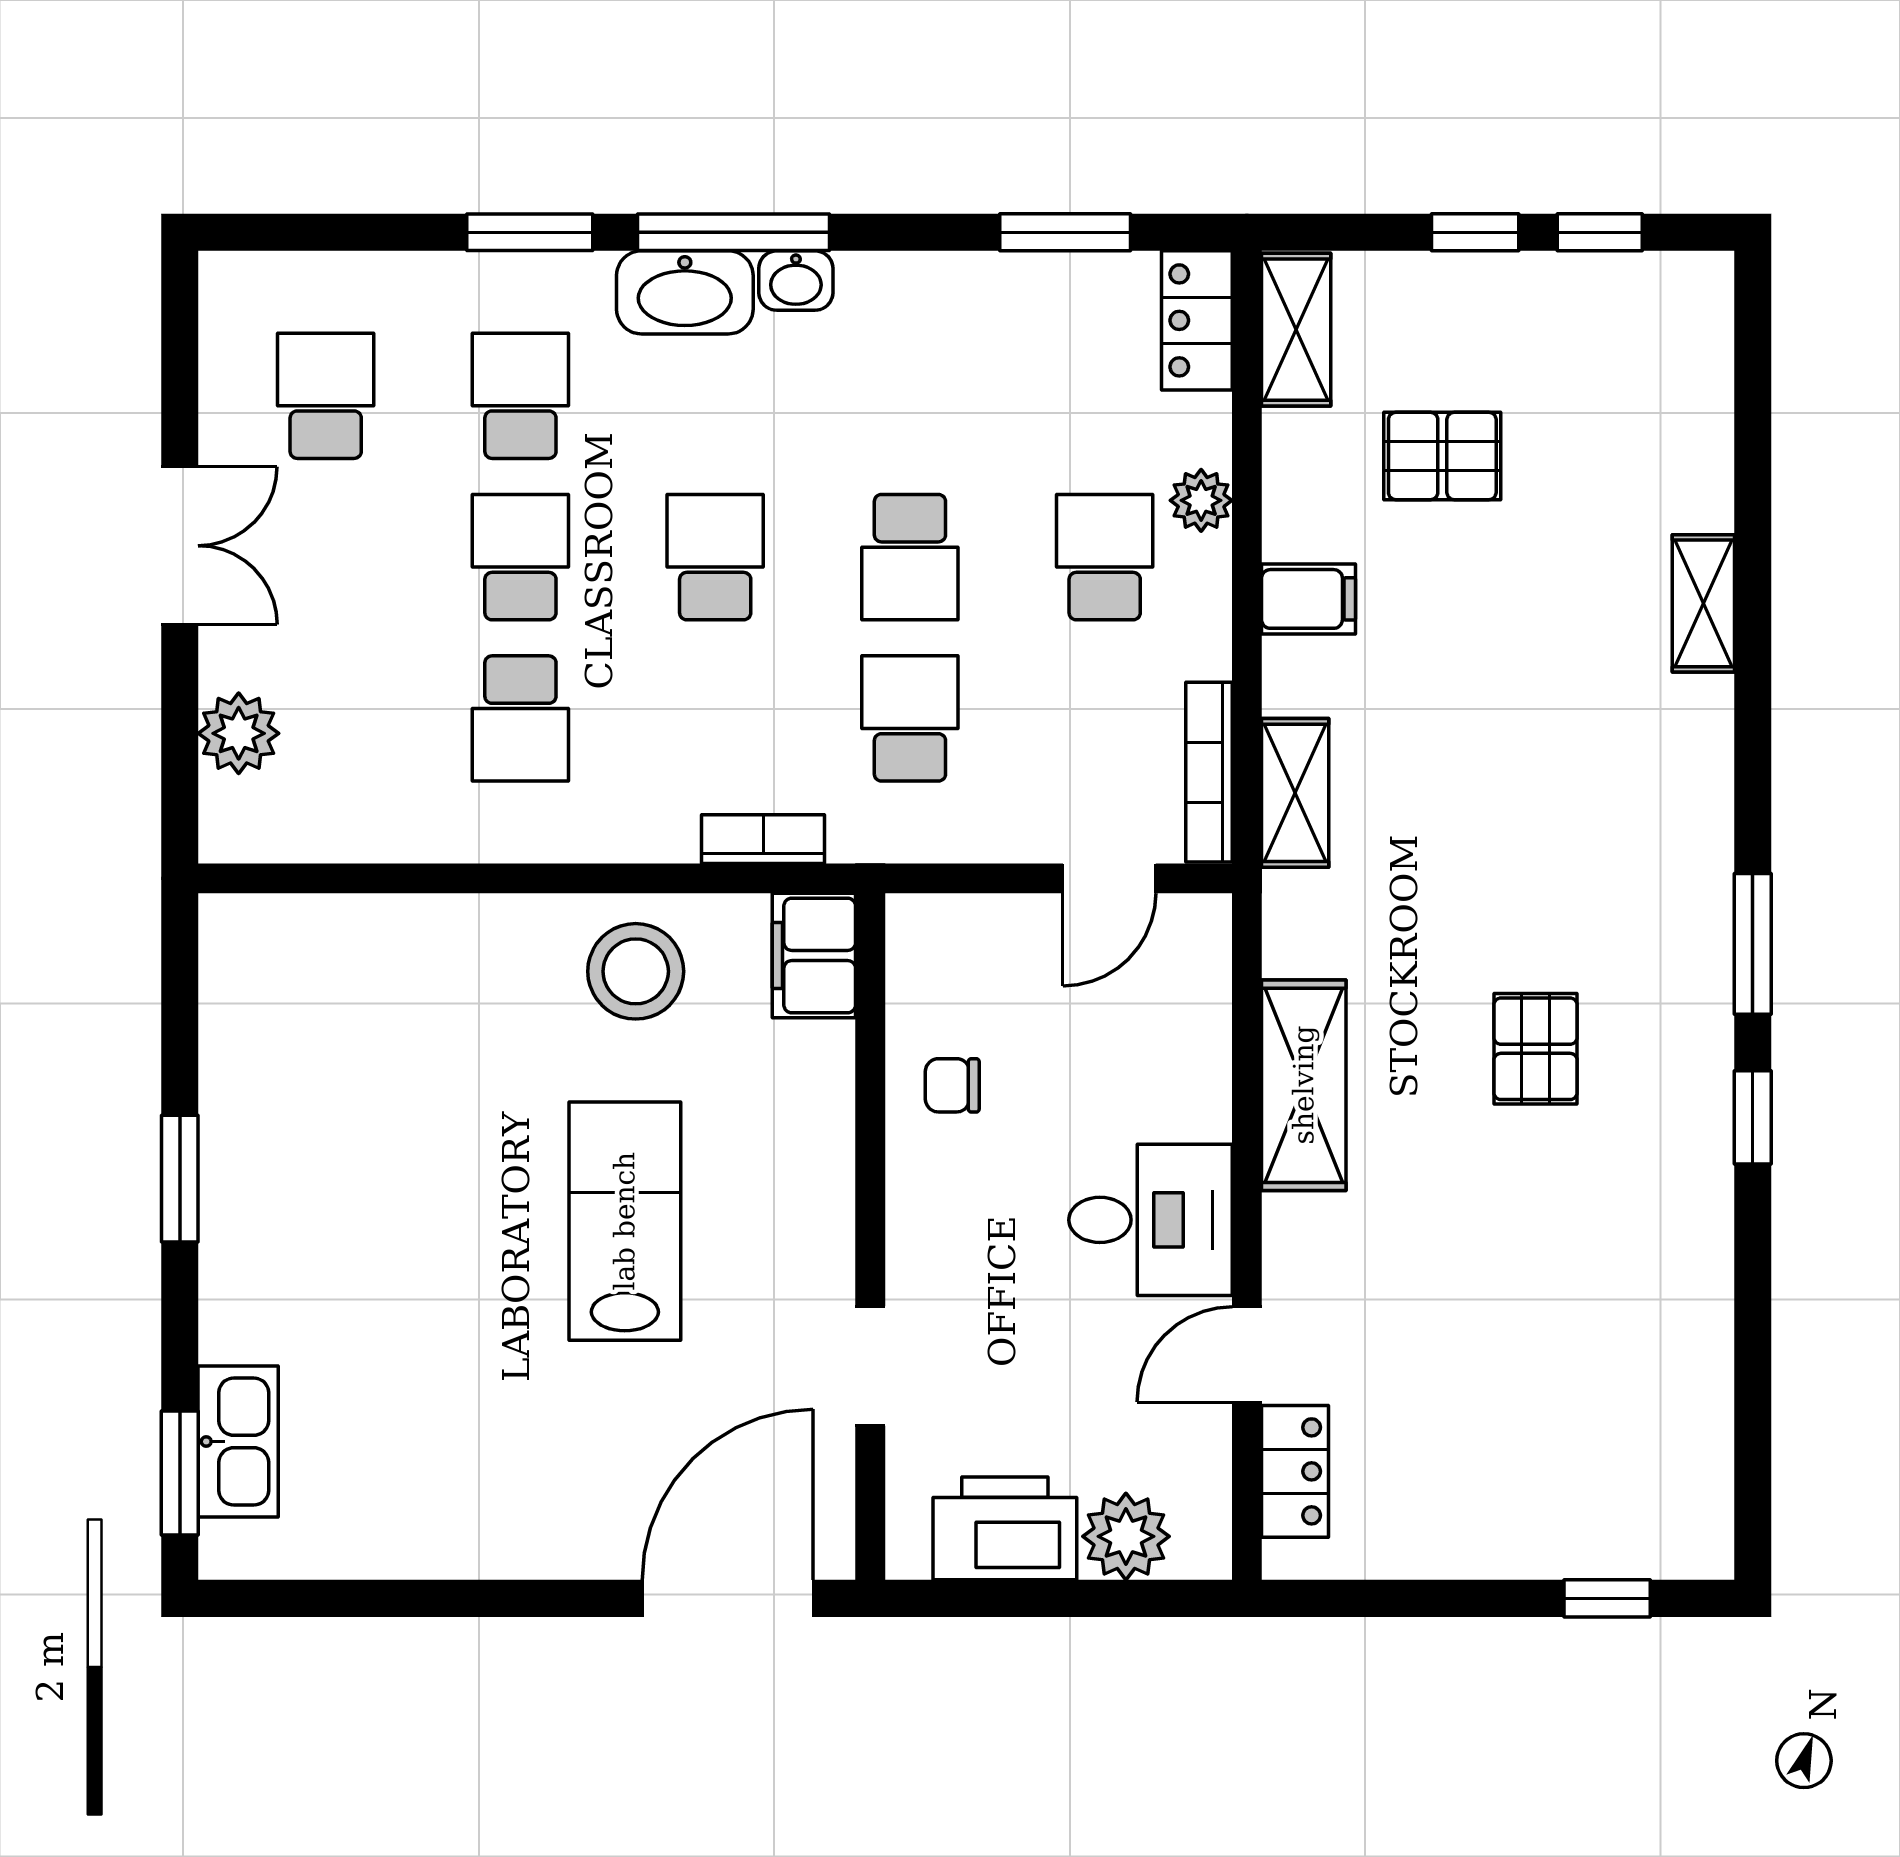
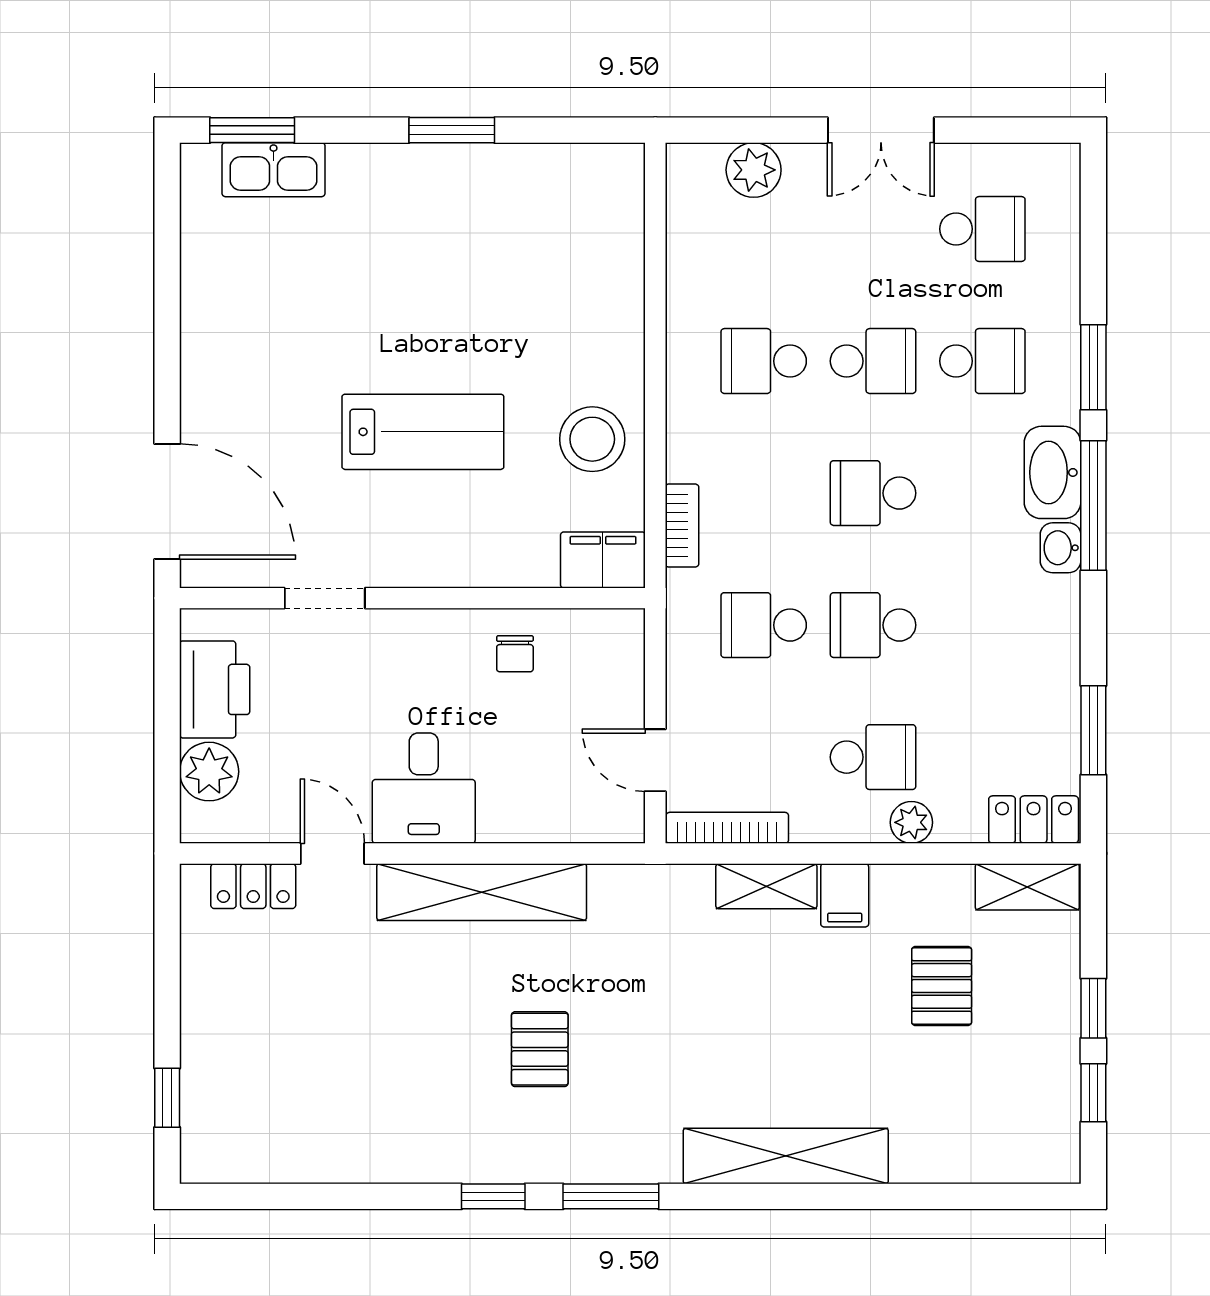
school desk: (715, 557) -> (873, 493), turned 180
shelving: (1703, 603) -> (786, 1156), width x2.20, depth x1.33
school desk: (910, 718) -> (764, 625), turned 180
shelving: (1295, 793) -> (766, 886), moved
pallet: (1535, 1049) -> (540, 1049), turned 90
chair: (952, 1085) -> (515, 654), turned 180
shelving: (1304, 1085) -> (482, 892), width x1.47

